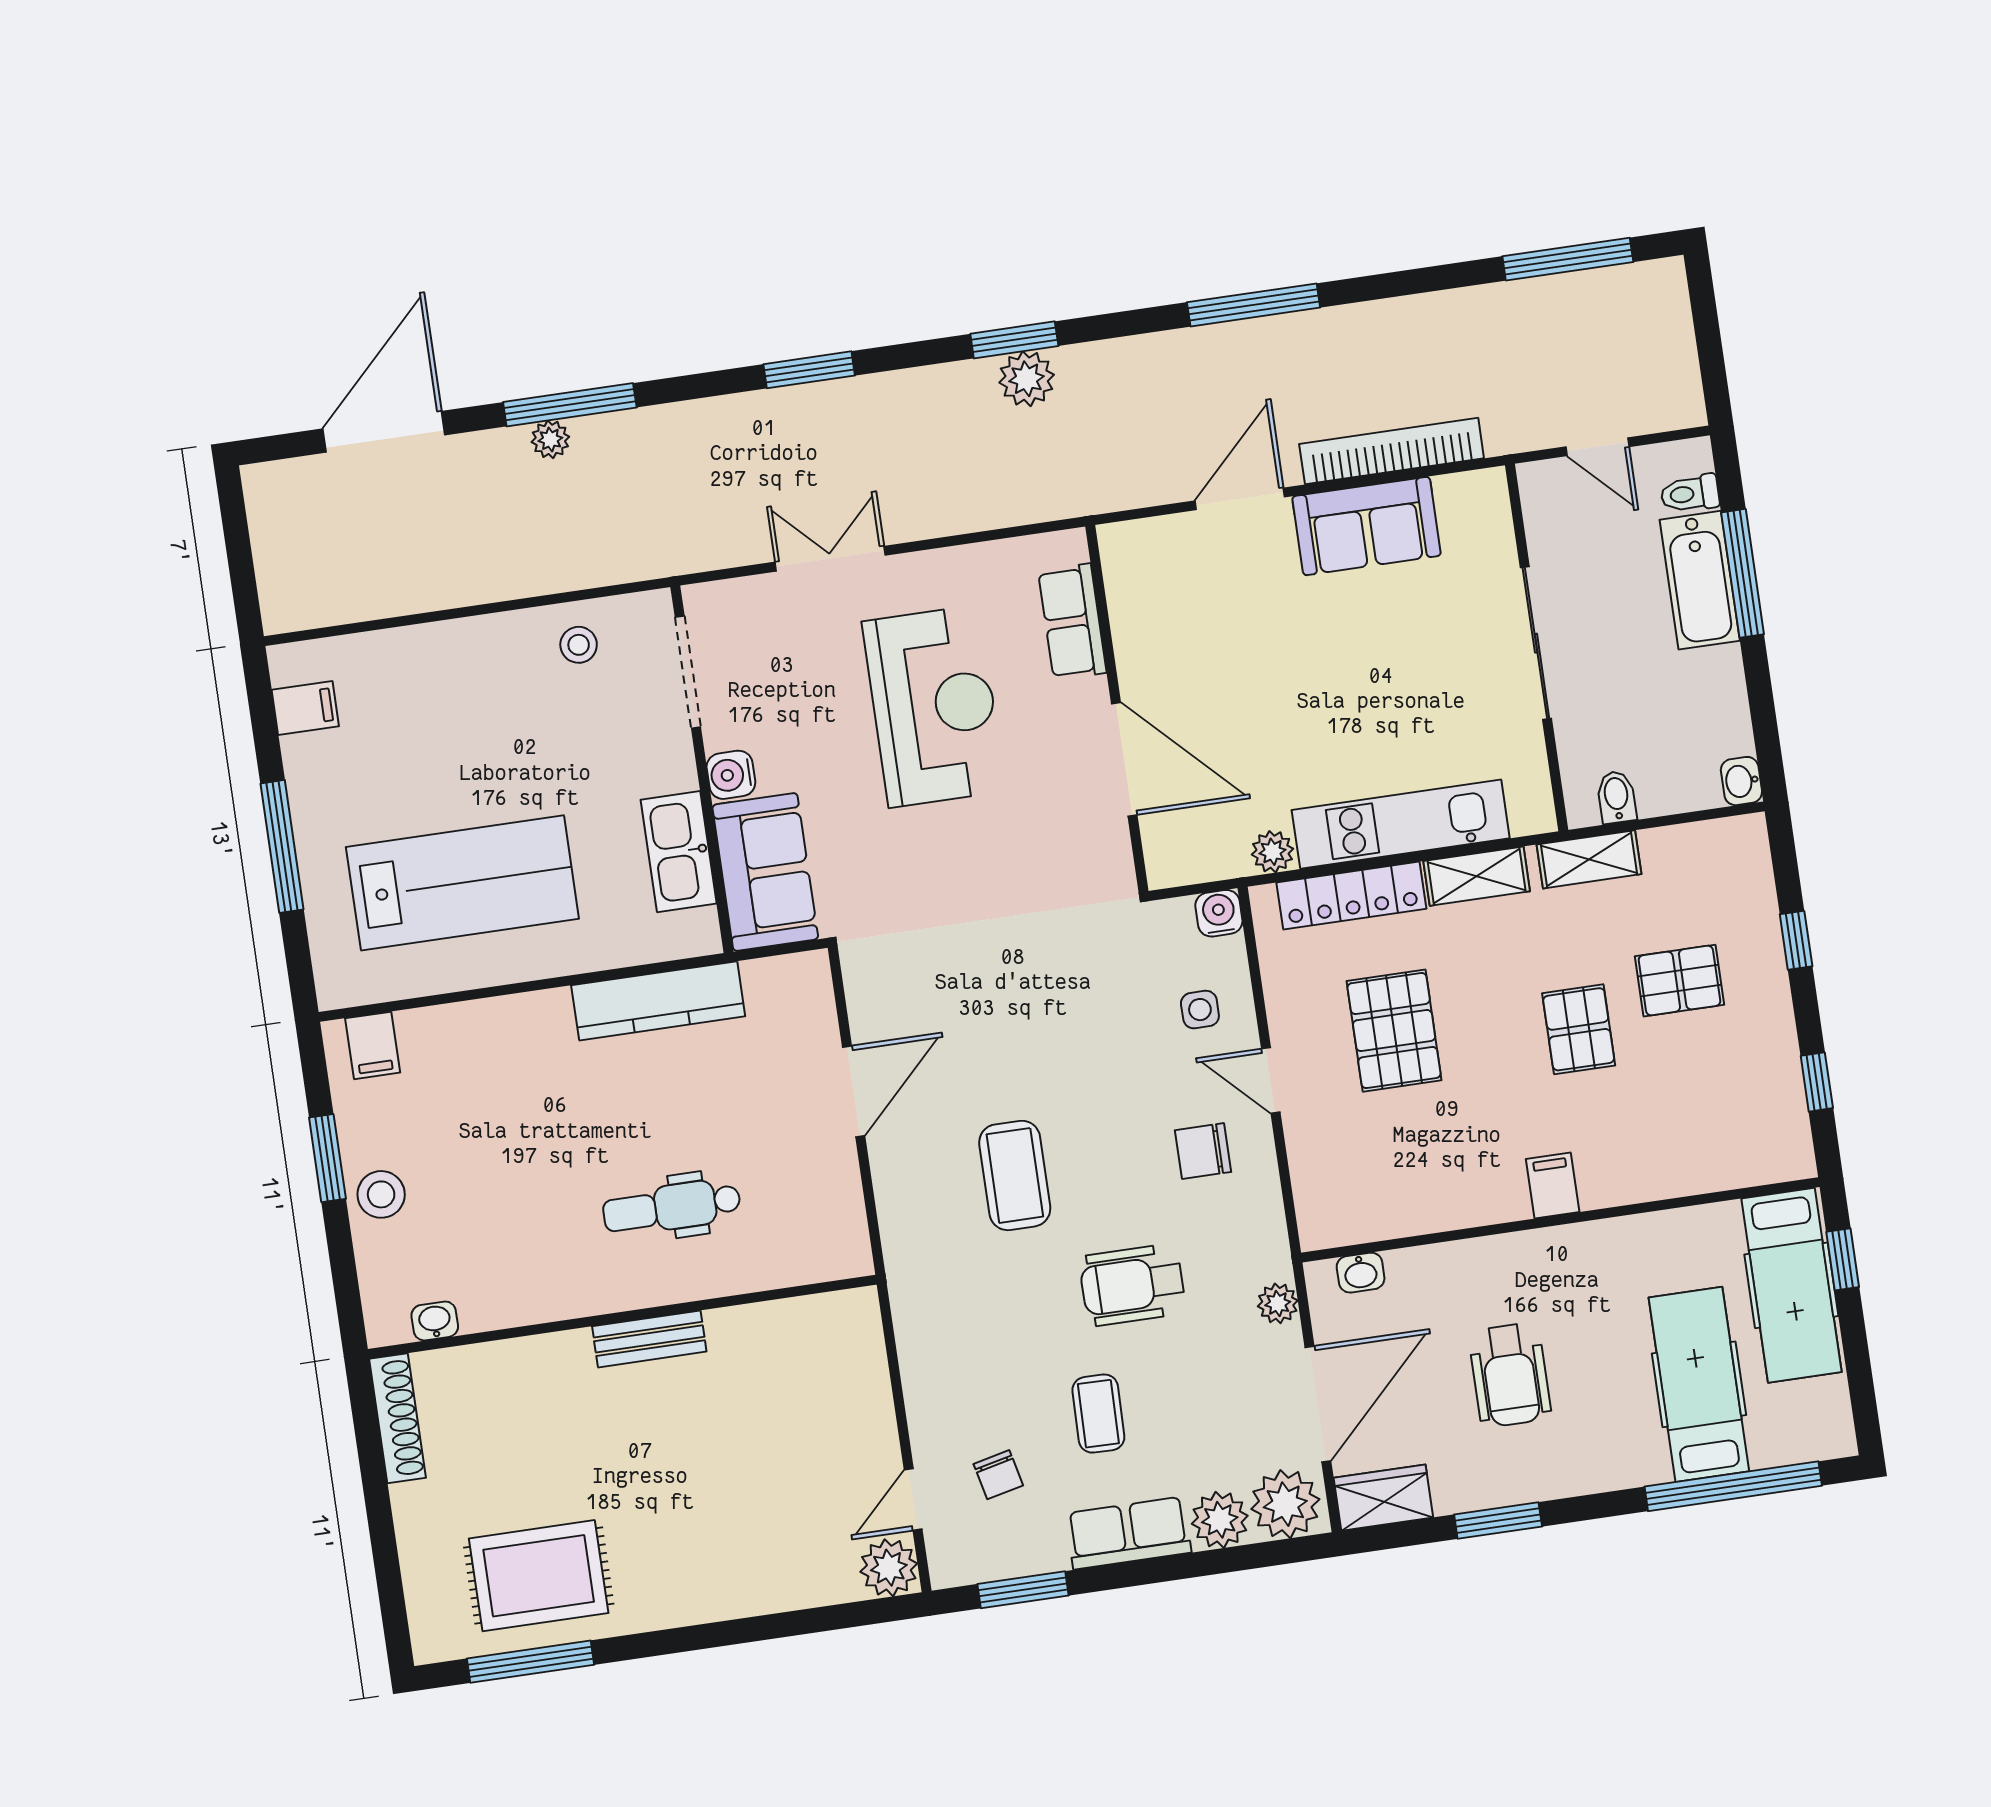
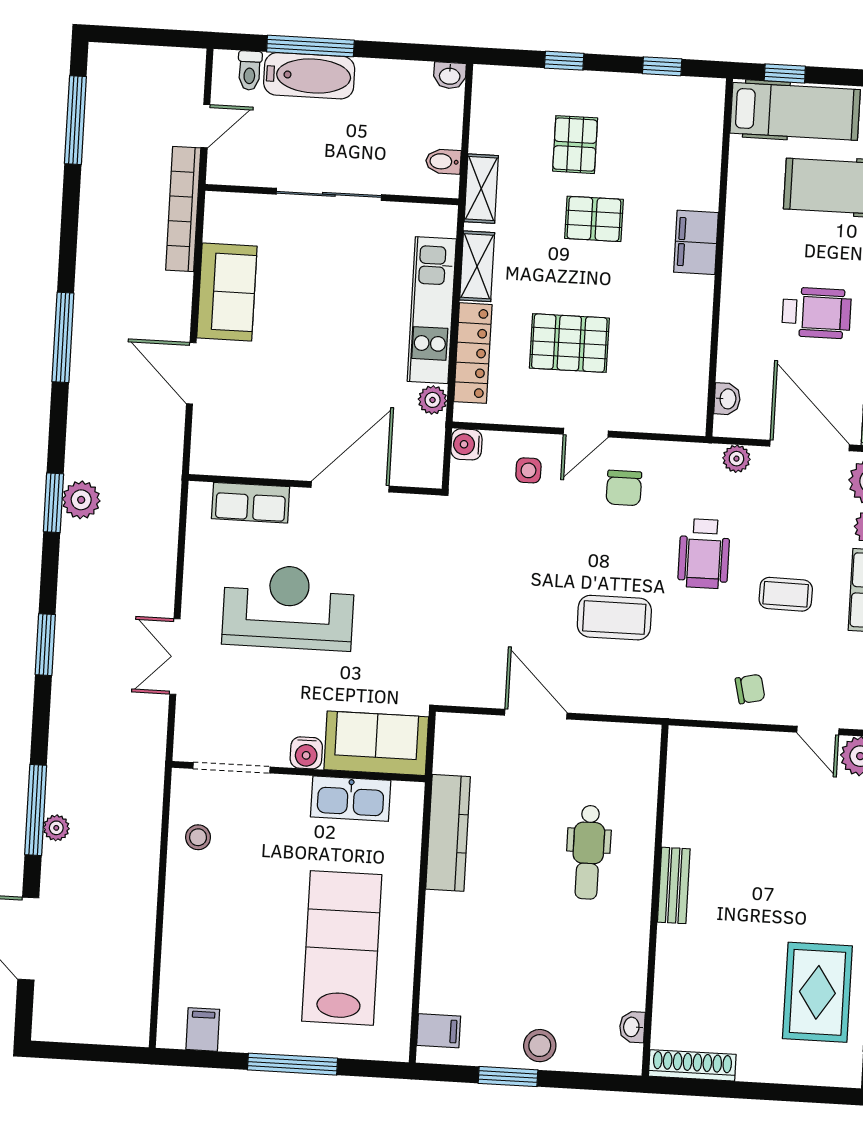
bookcase: (1392, 451) -> (183, 209), moved
filing cabinet: (1553, 1185) -> (696, 242), width x2.00
chair: (998, 1475) -> (750, 689), moved

